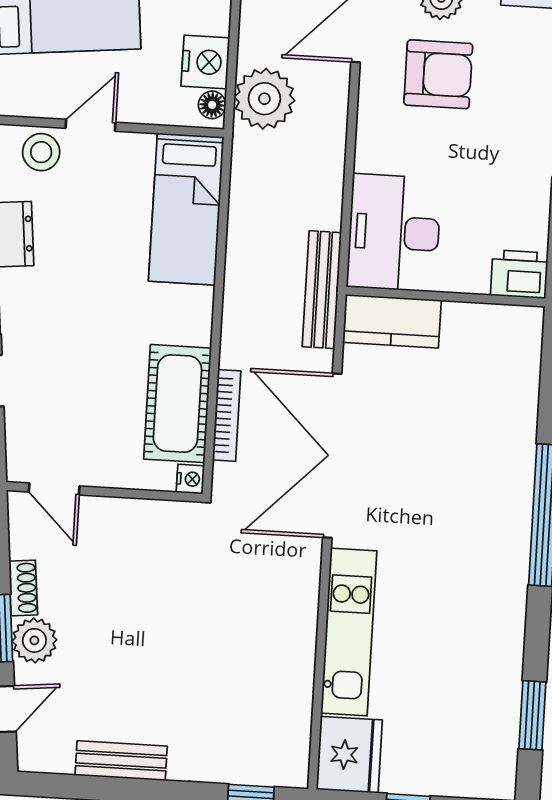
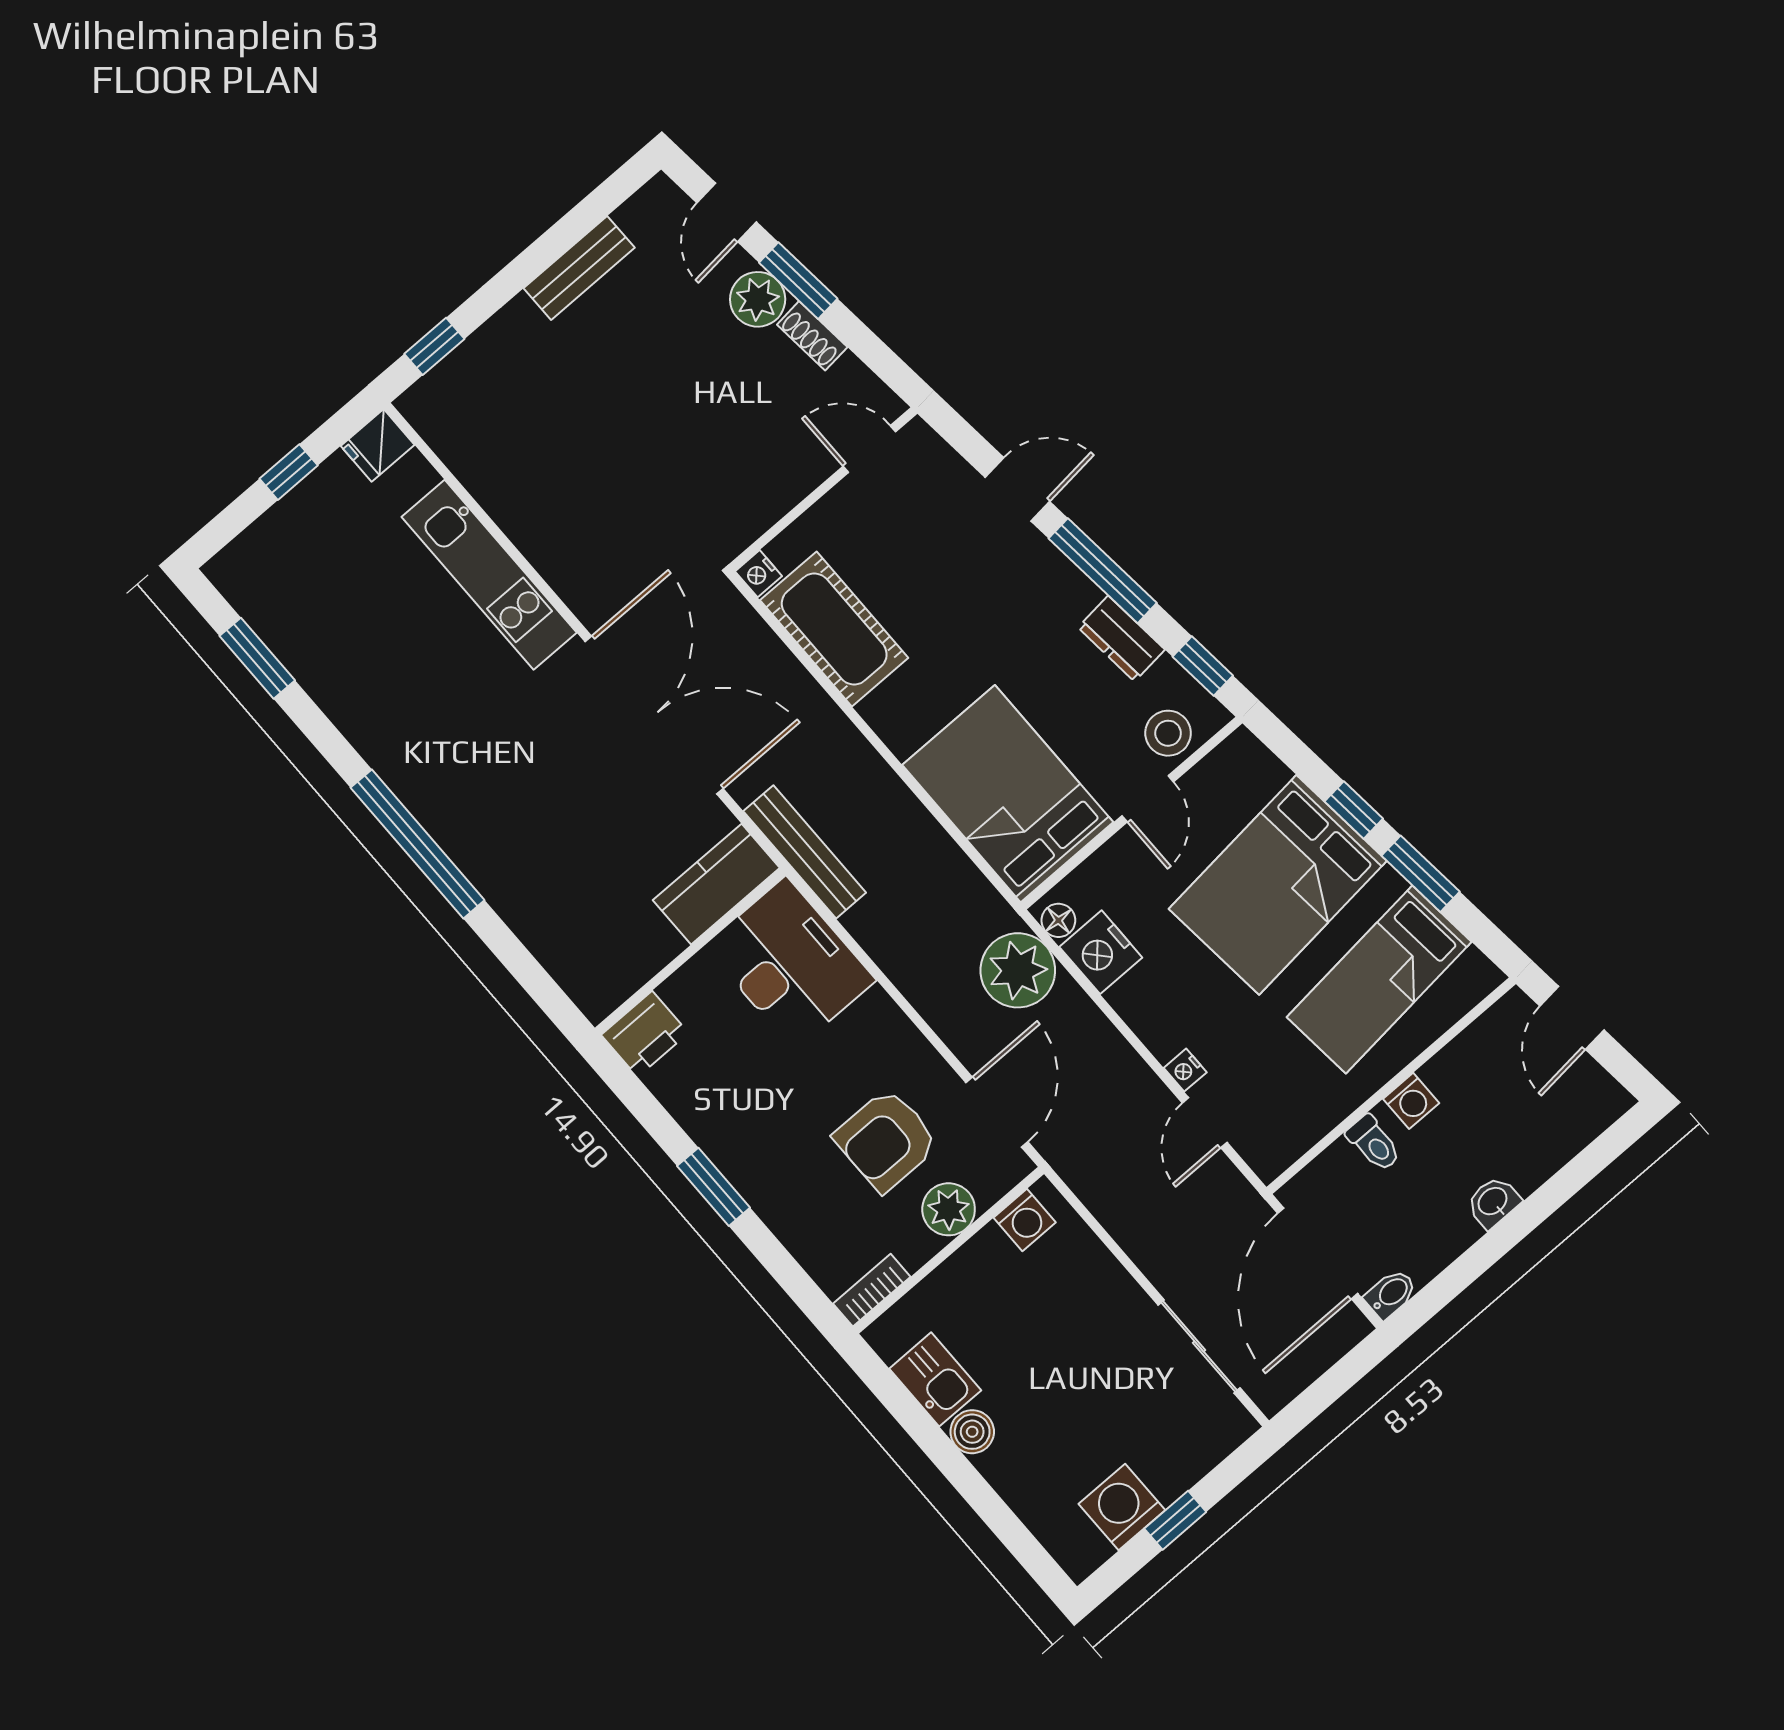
bed: (186, 209) -> (1008, 794), width x1.50
bookcase: (227, 415) -> (781, 661), removed
fridge: (349, 755) -> (378, 445), width x0.53, depth x0.75

